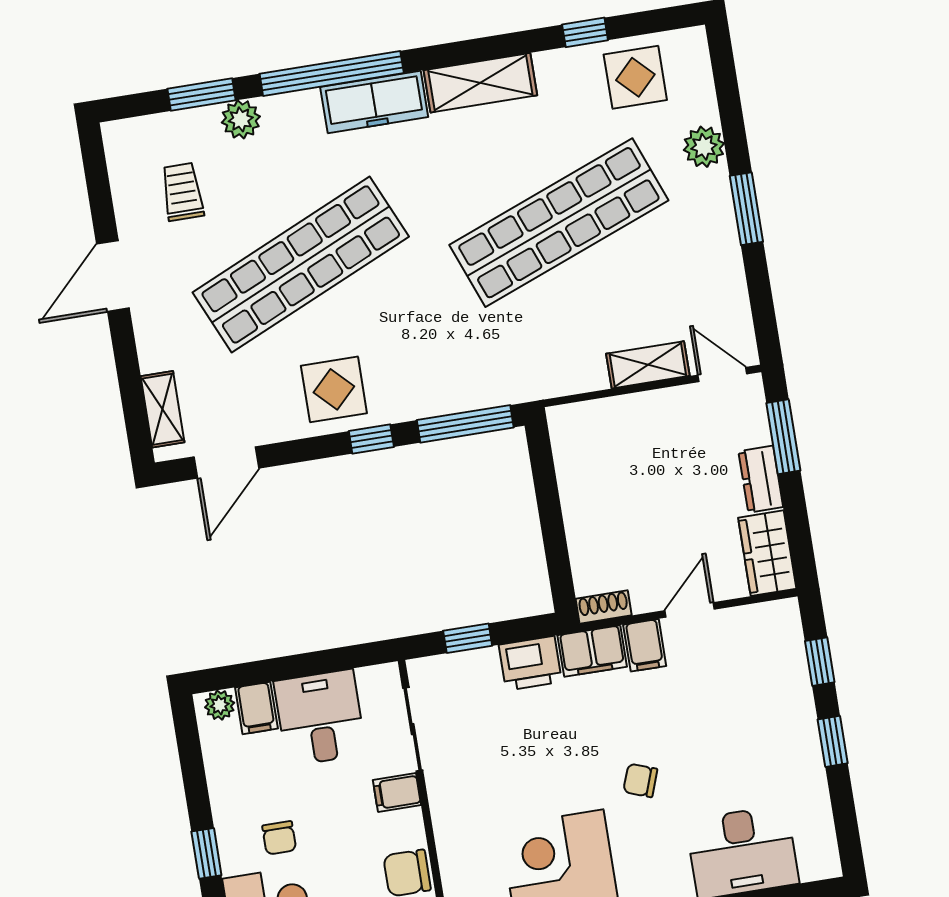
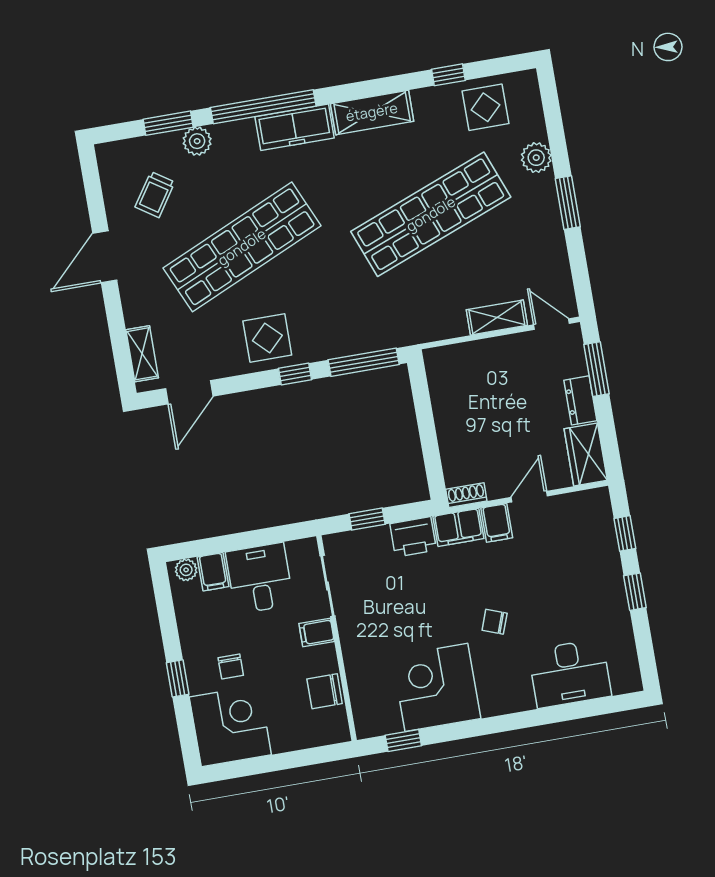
trolley: (182, 192) -> (155, 195), turned -146

